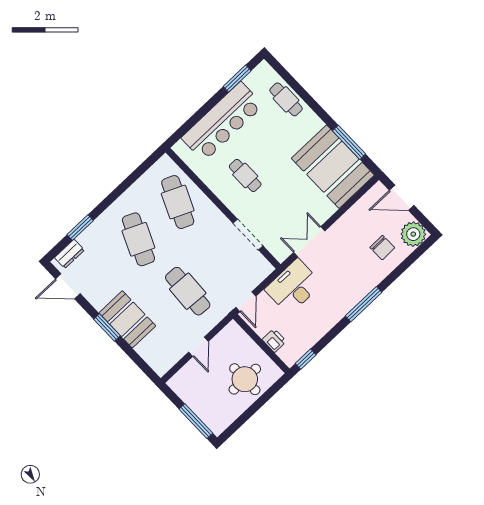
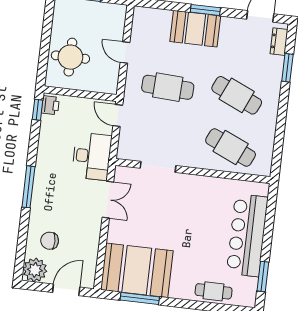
cafe table: (245, 175) -> (197, 209), removed
printer: (274, 340) -> (50, 105), moved, turned -90

